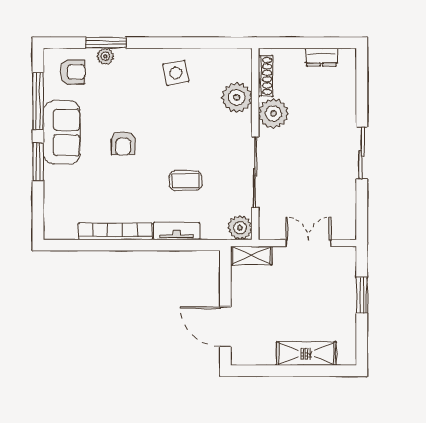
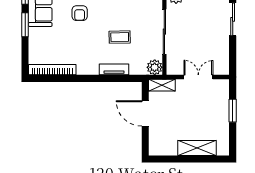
bookcase: (115, 231) -> (52, 70), moved
door: (225, 327) -> (145, 113), moved

